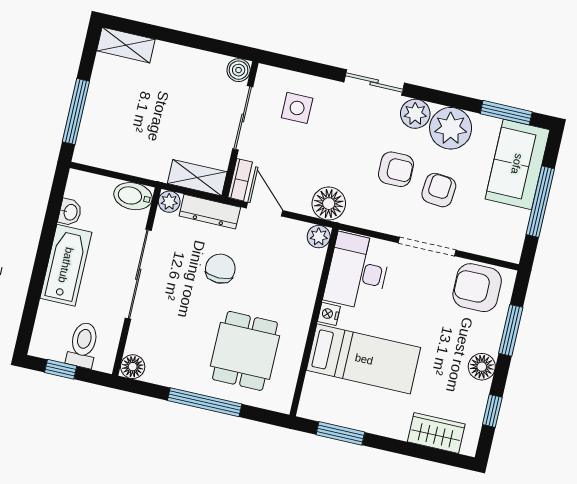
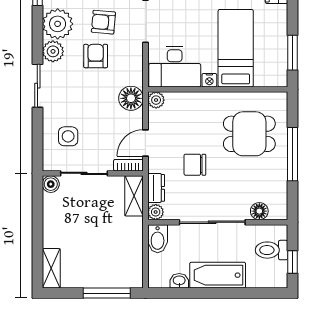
dresser: (210, 212) -> (156, 188), width x0.70
floor lamp: (133, 367) -> (259, 211), moved

